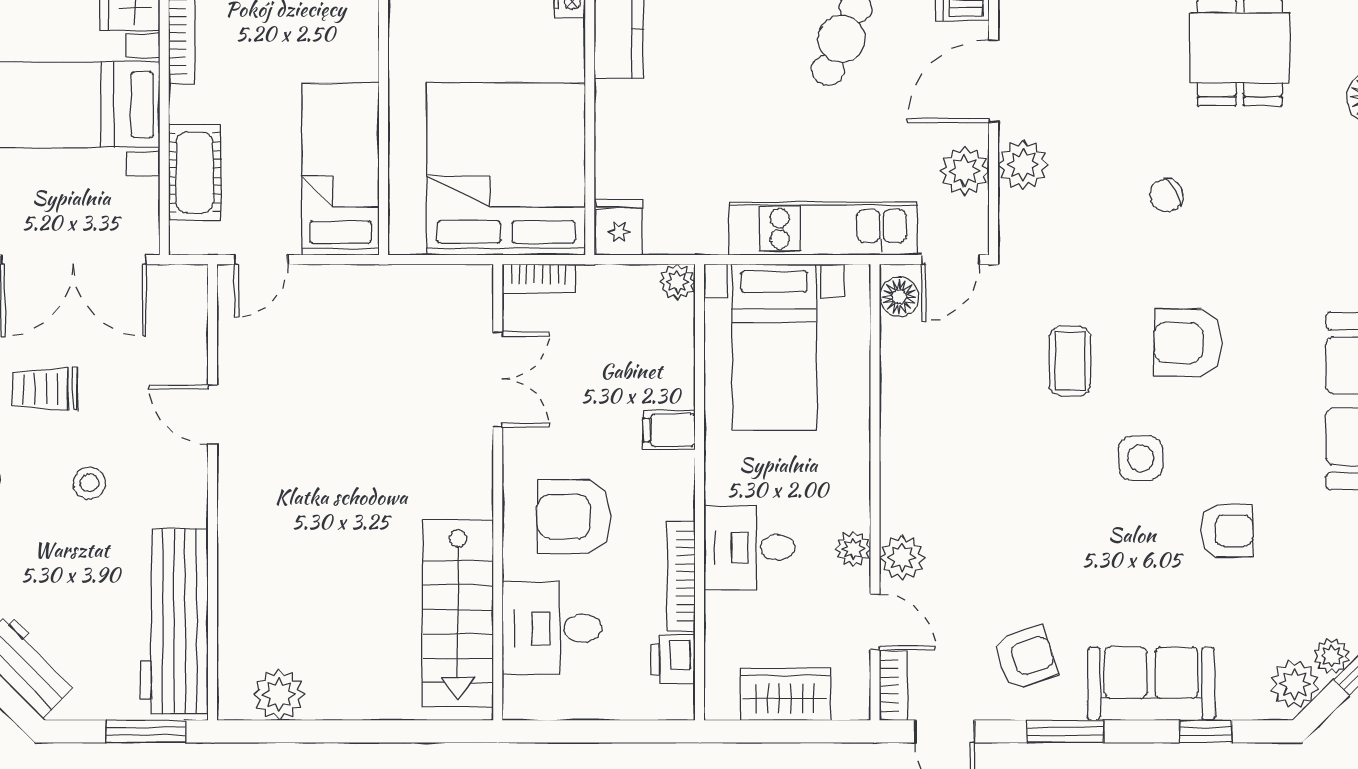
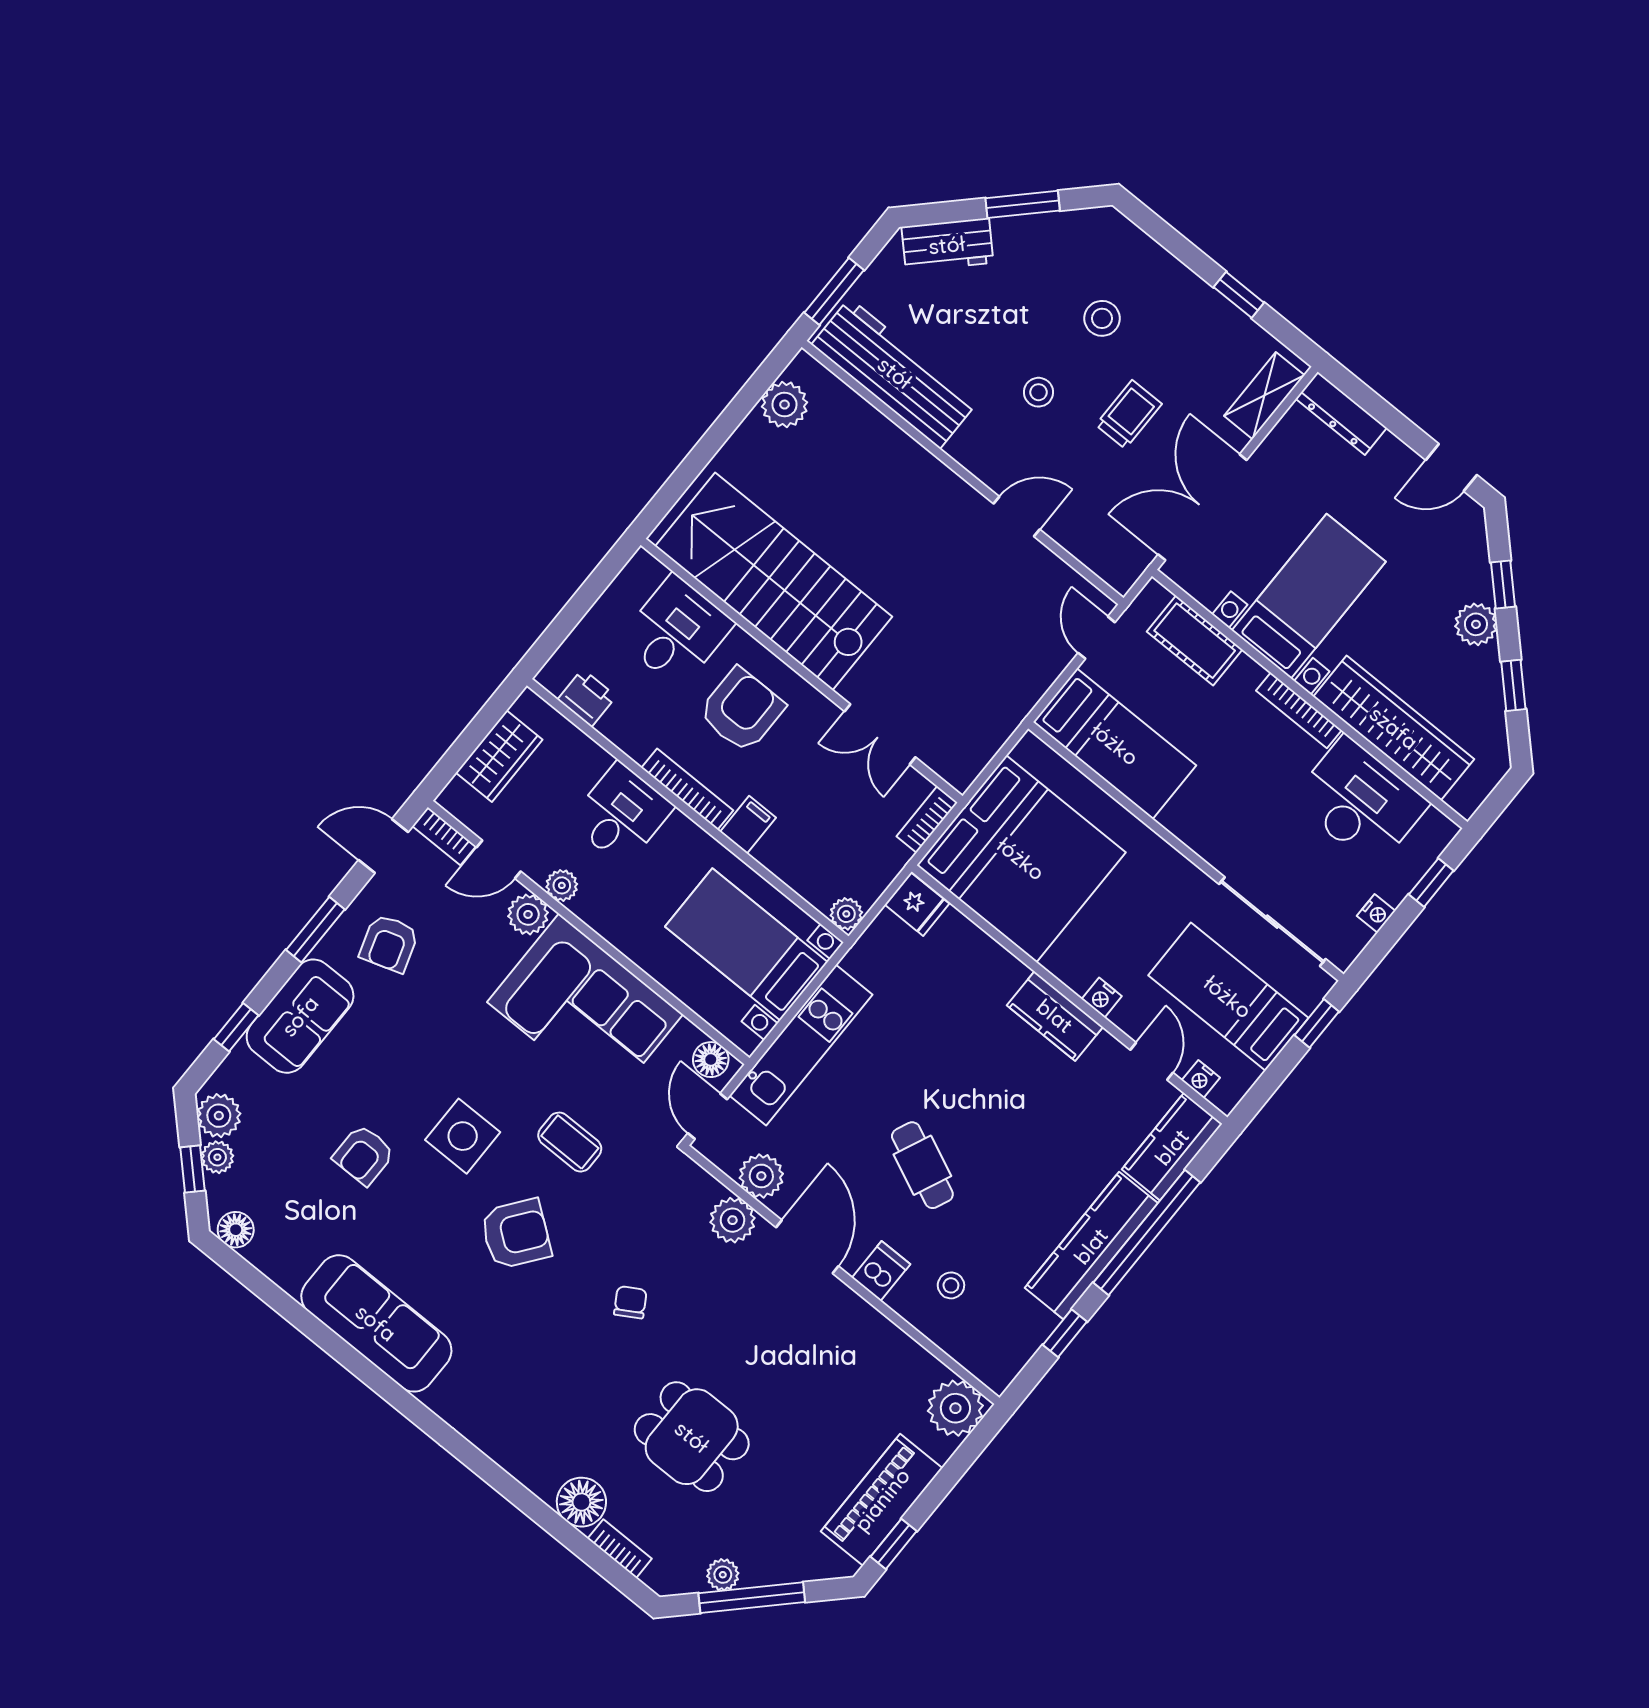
armchair: (1188, 343) -> (516, 1234), turned 36
corner sofa: (943, 442) -> (585, 1008), added
side table: (1141, 458) -> (463, 1136), width x1.37, depth x1.37
bookcase: (681, 576) -> (687, 789), moved
stairs: (458, 613) -> (774, 581), width x1.36, depth x1.51

